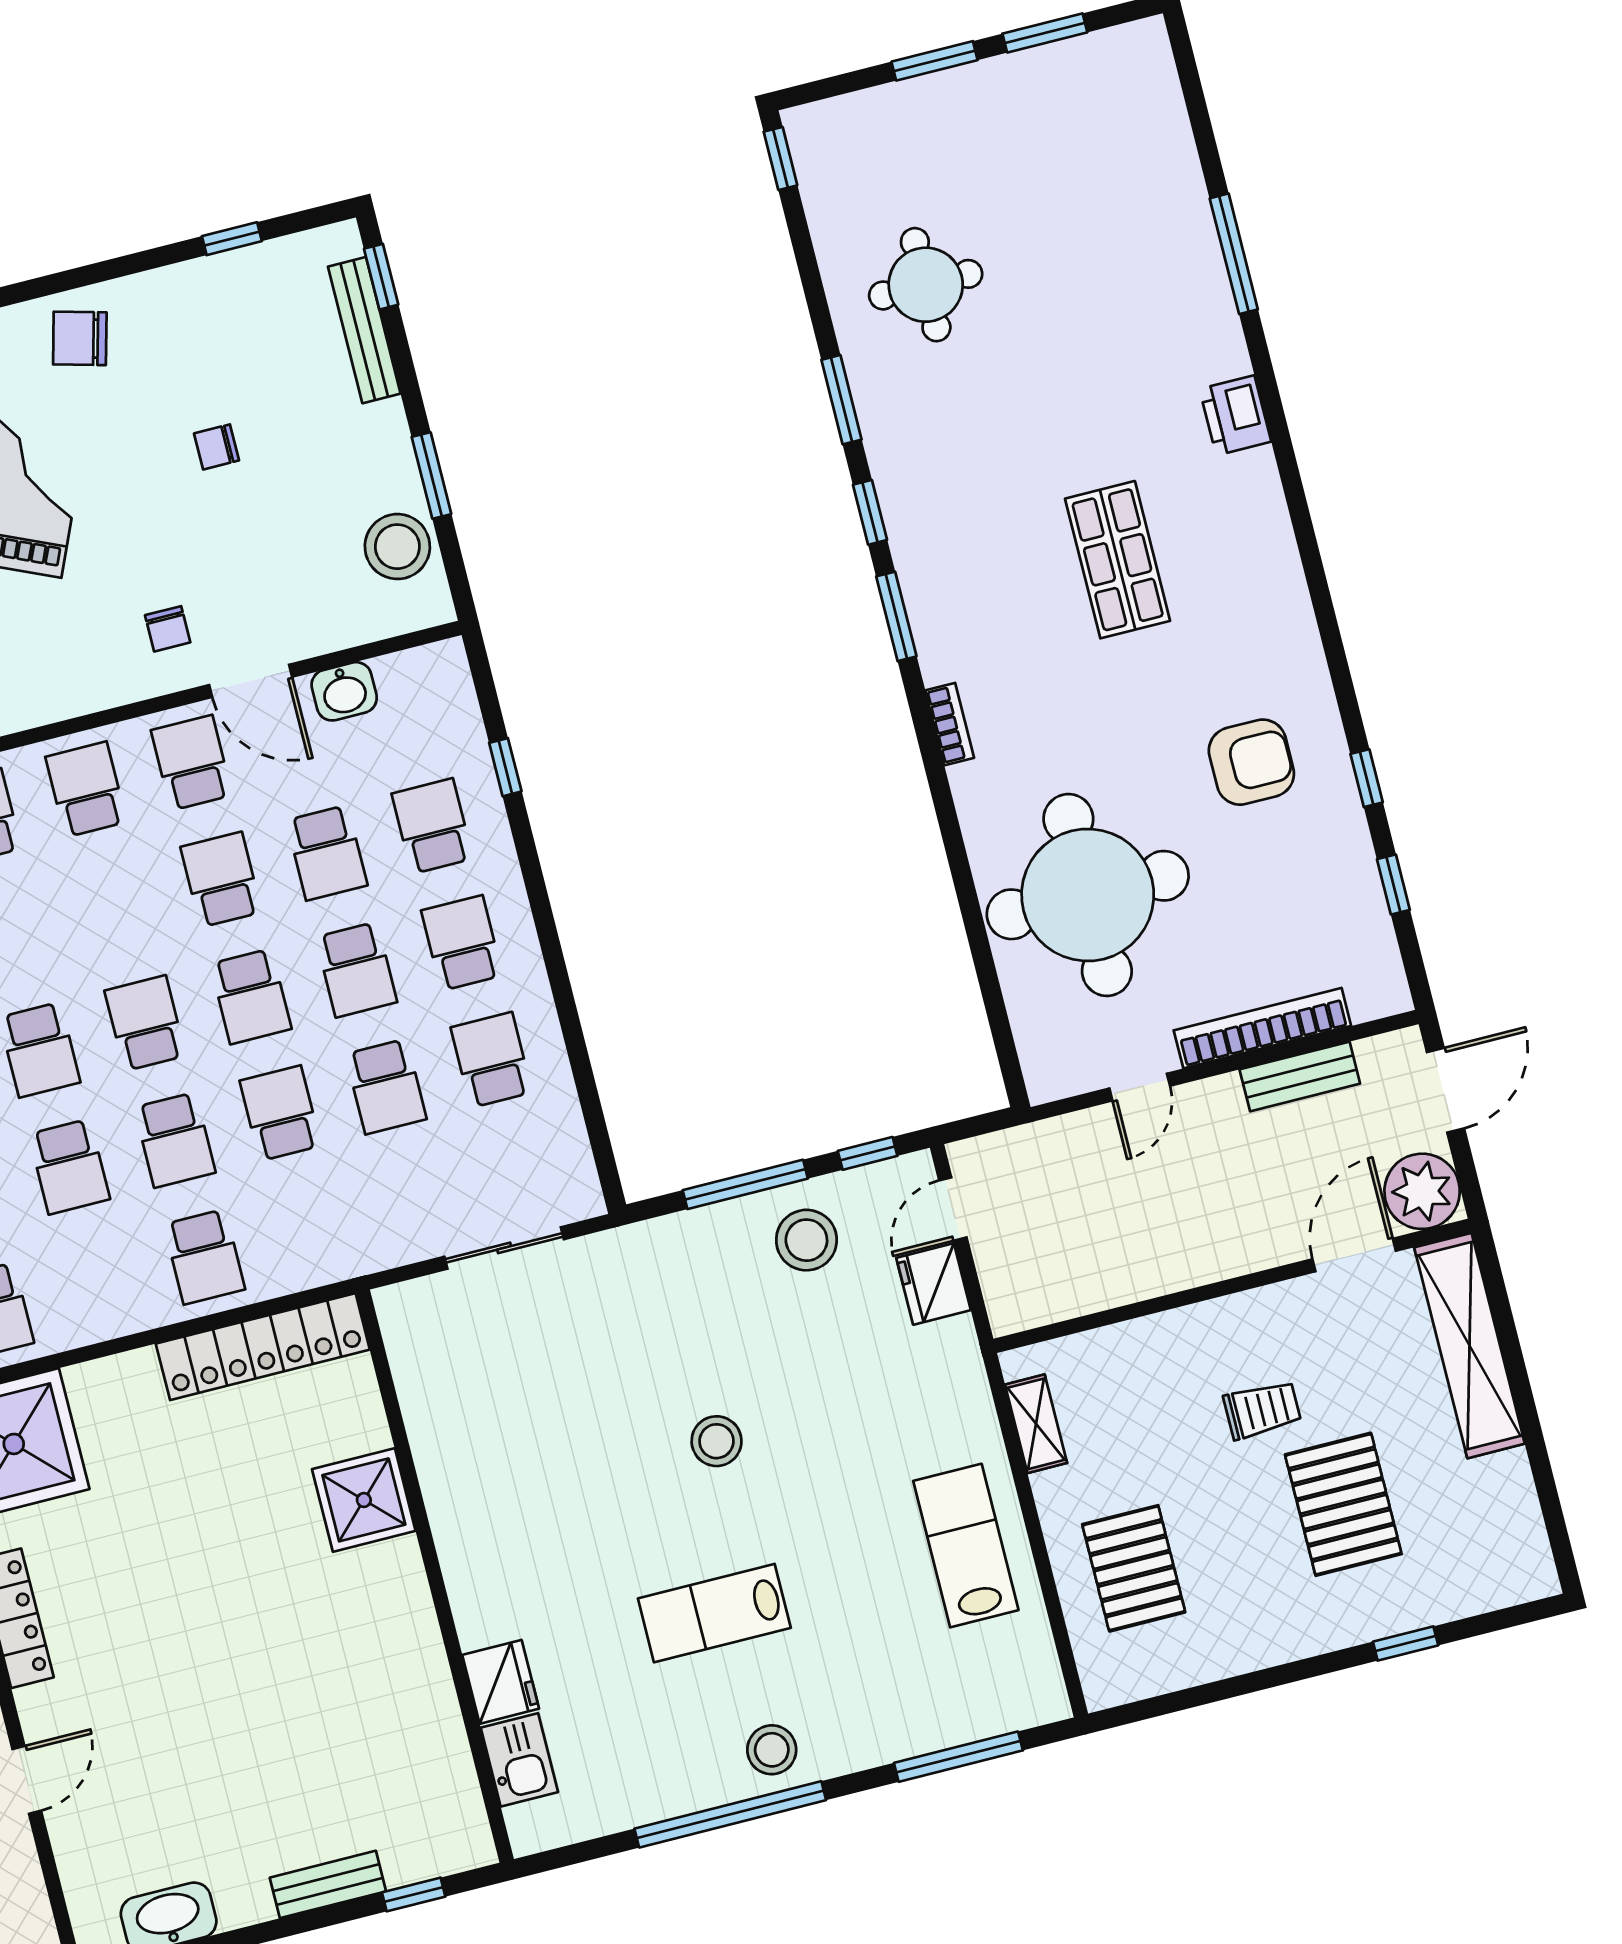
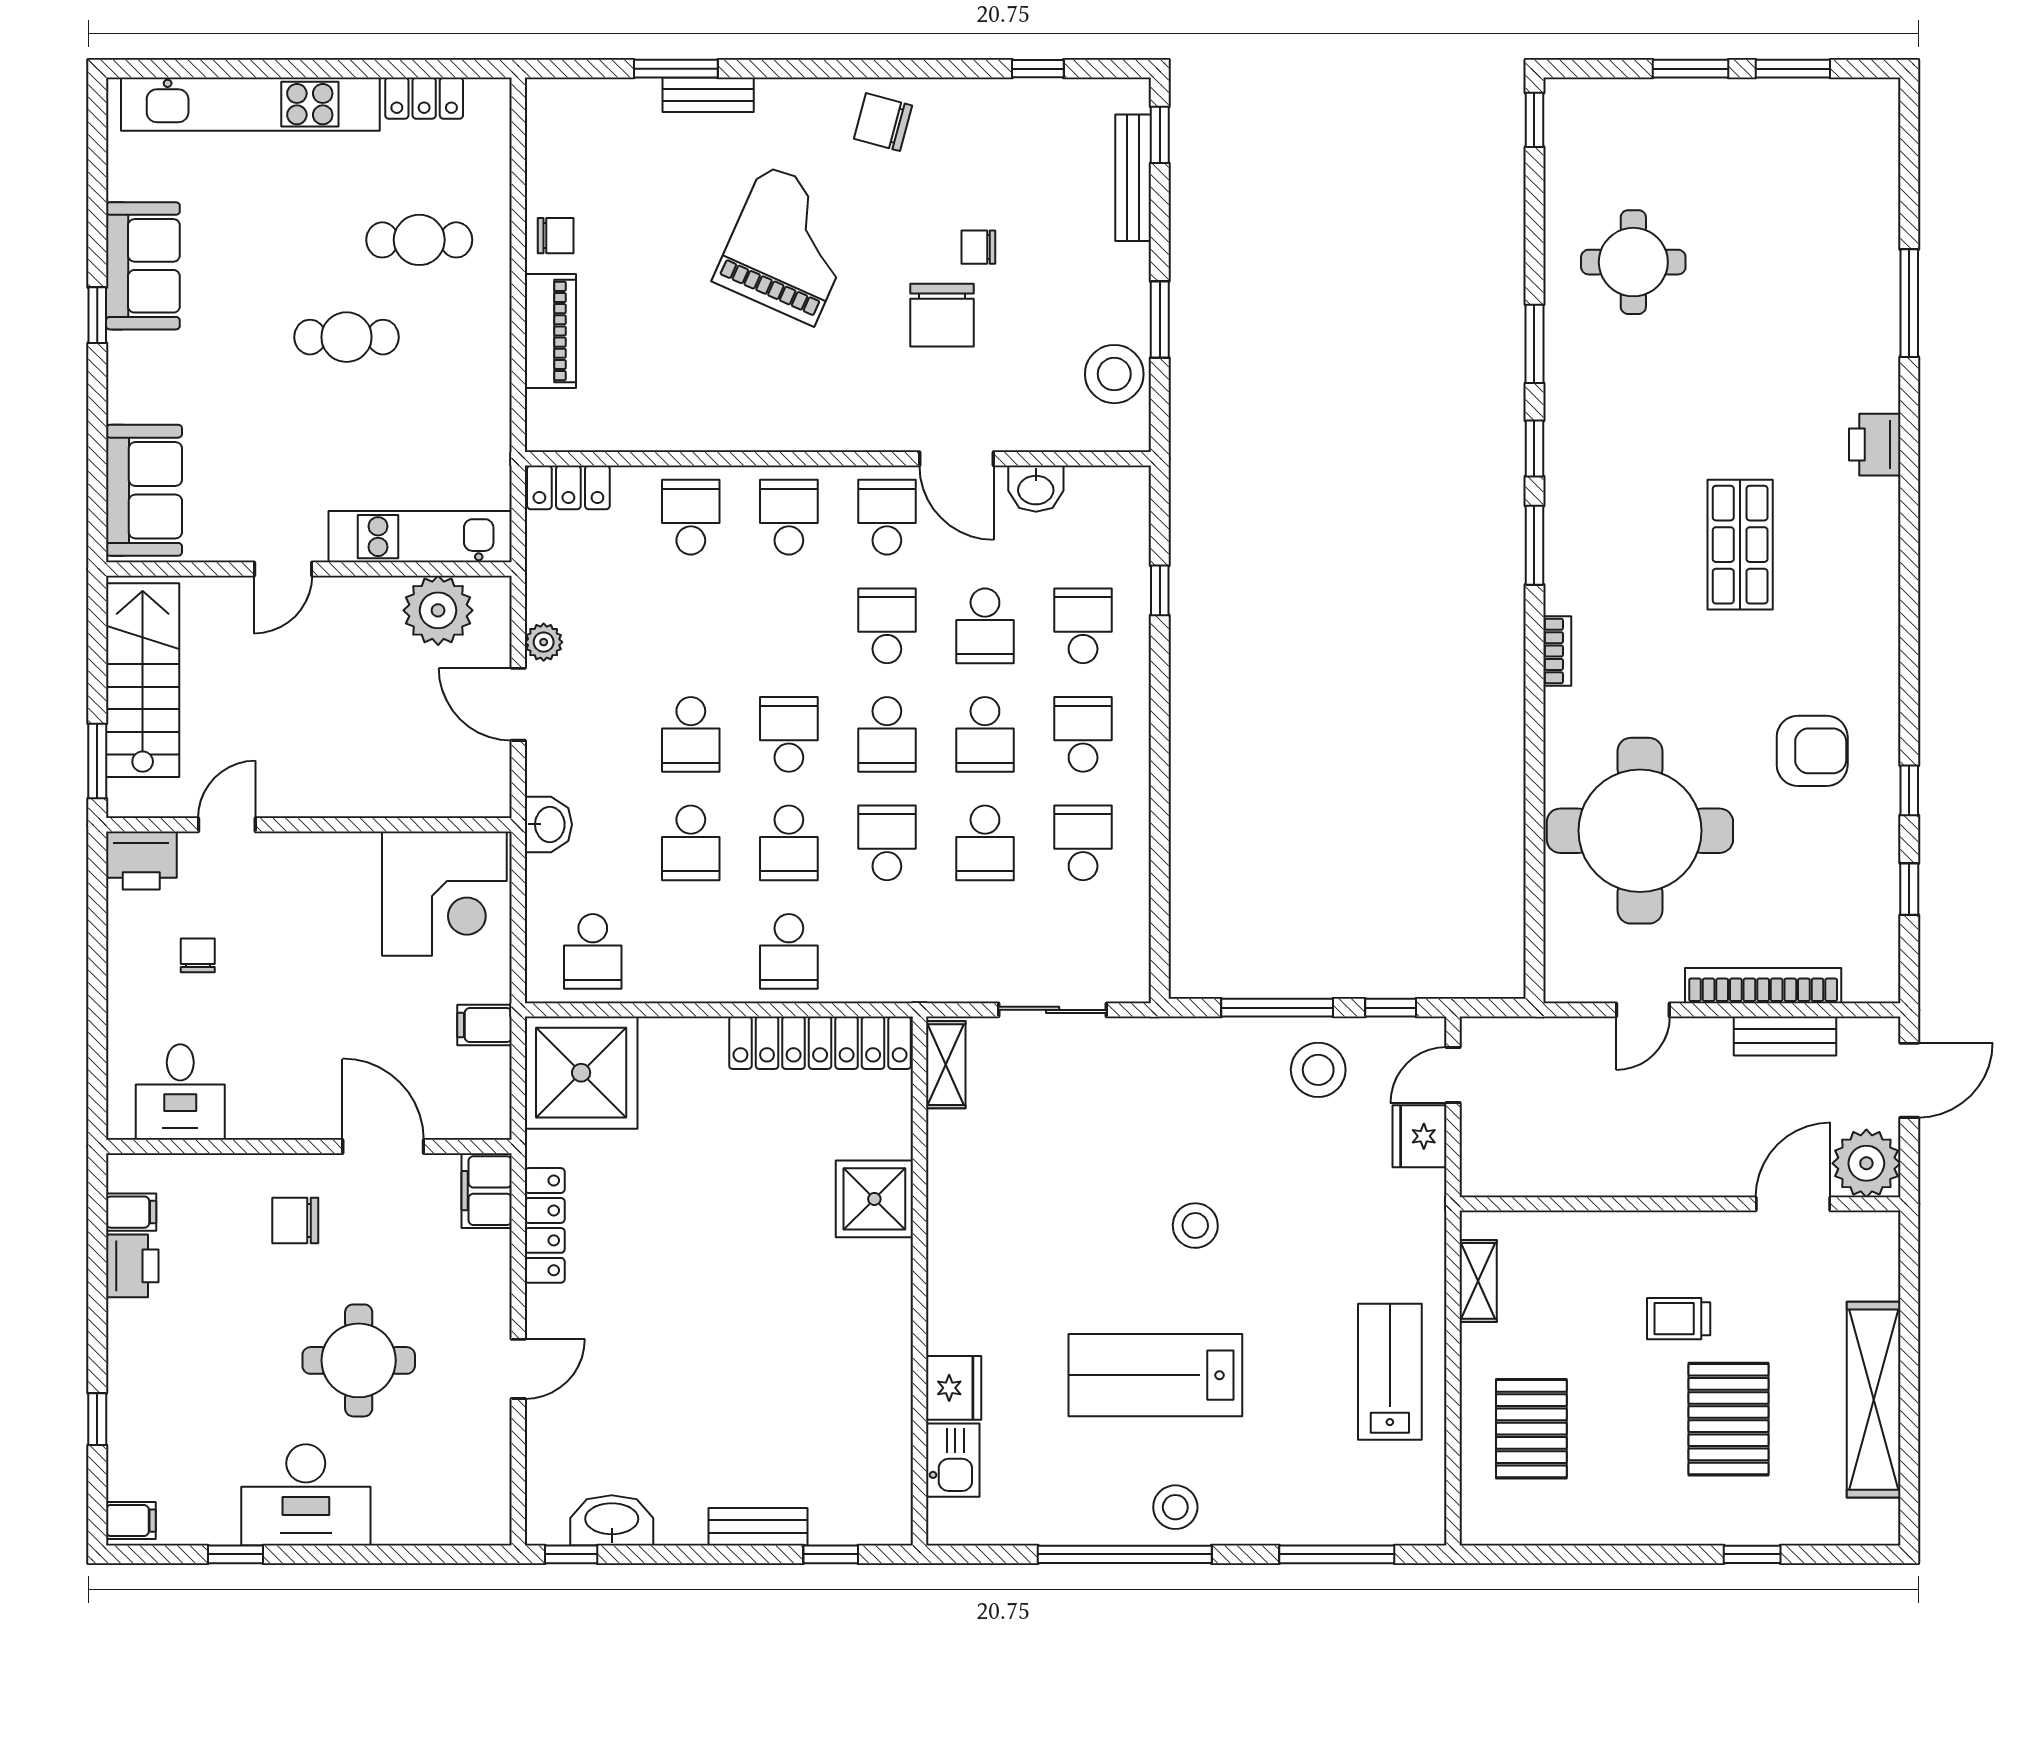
chair: (168, 629) -> (942, 315), moved, width x1.87, depth x1.87
shelving: (404, 1336) -> (946, 1065), added
shelving: (1469, 1346) -> (1874, 1400), moved
trolley: (1262, 1410) -> (1679, 1319), turned 180
lab bench: (714, 1613) -> (1155, 1375), width x1.36, depth x1.39

